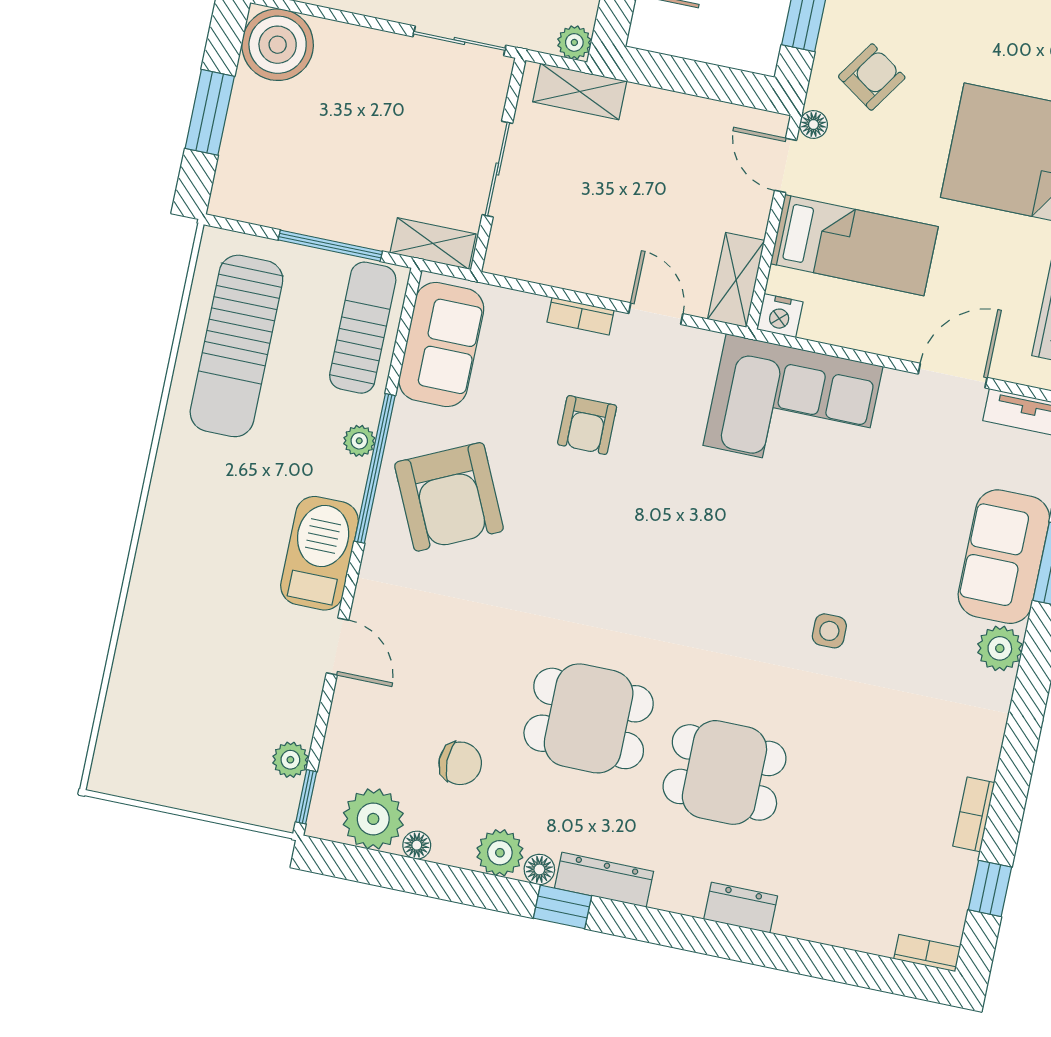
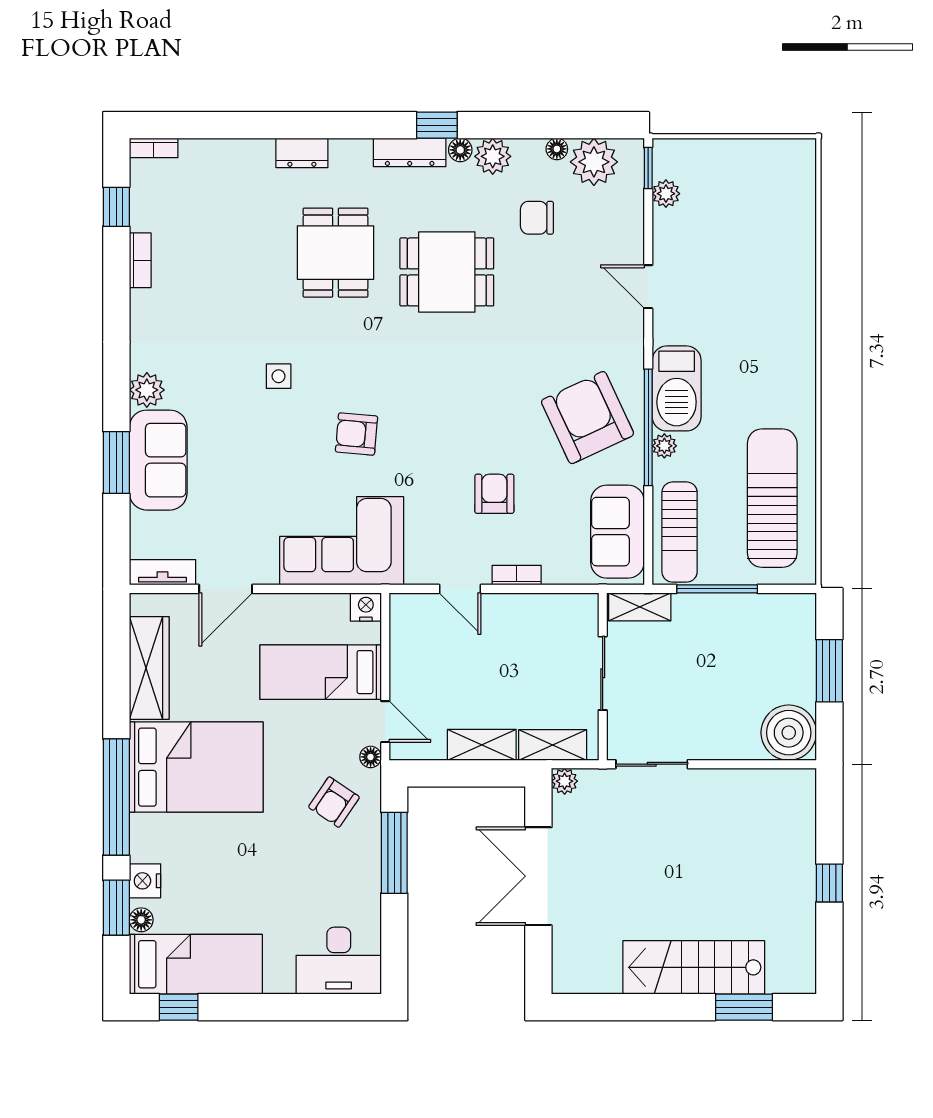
shelving: (736, 280) -> (482, 745), moved, turned 90
armchair: (746, 537) -> (356, 434), added
barbecue: (319, 553) -> (677, 388), moved
dining table: (724, 772) -> (336, 253), turned 90

